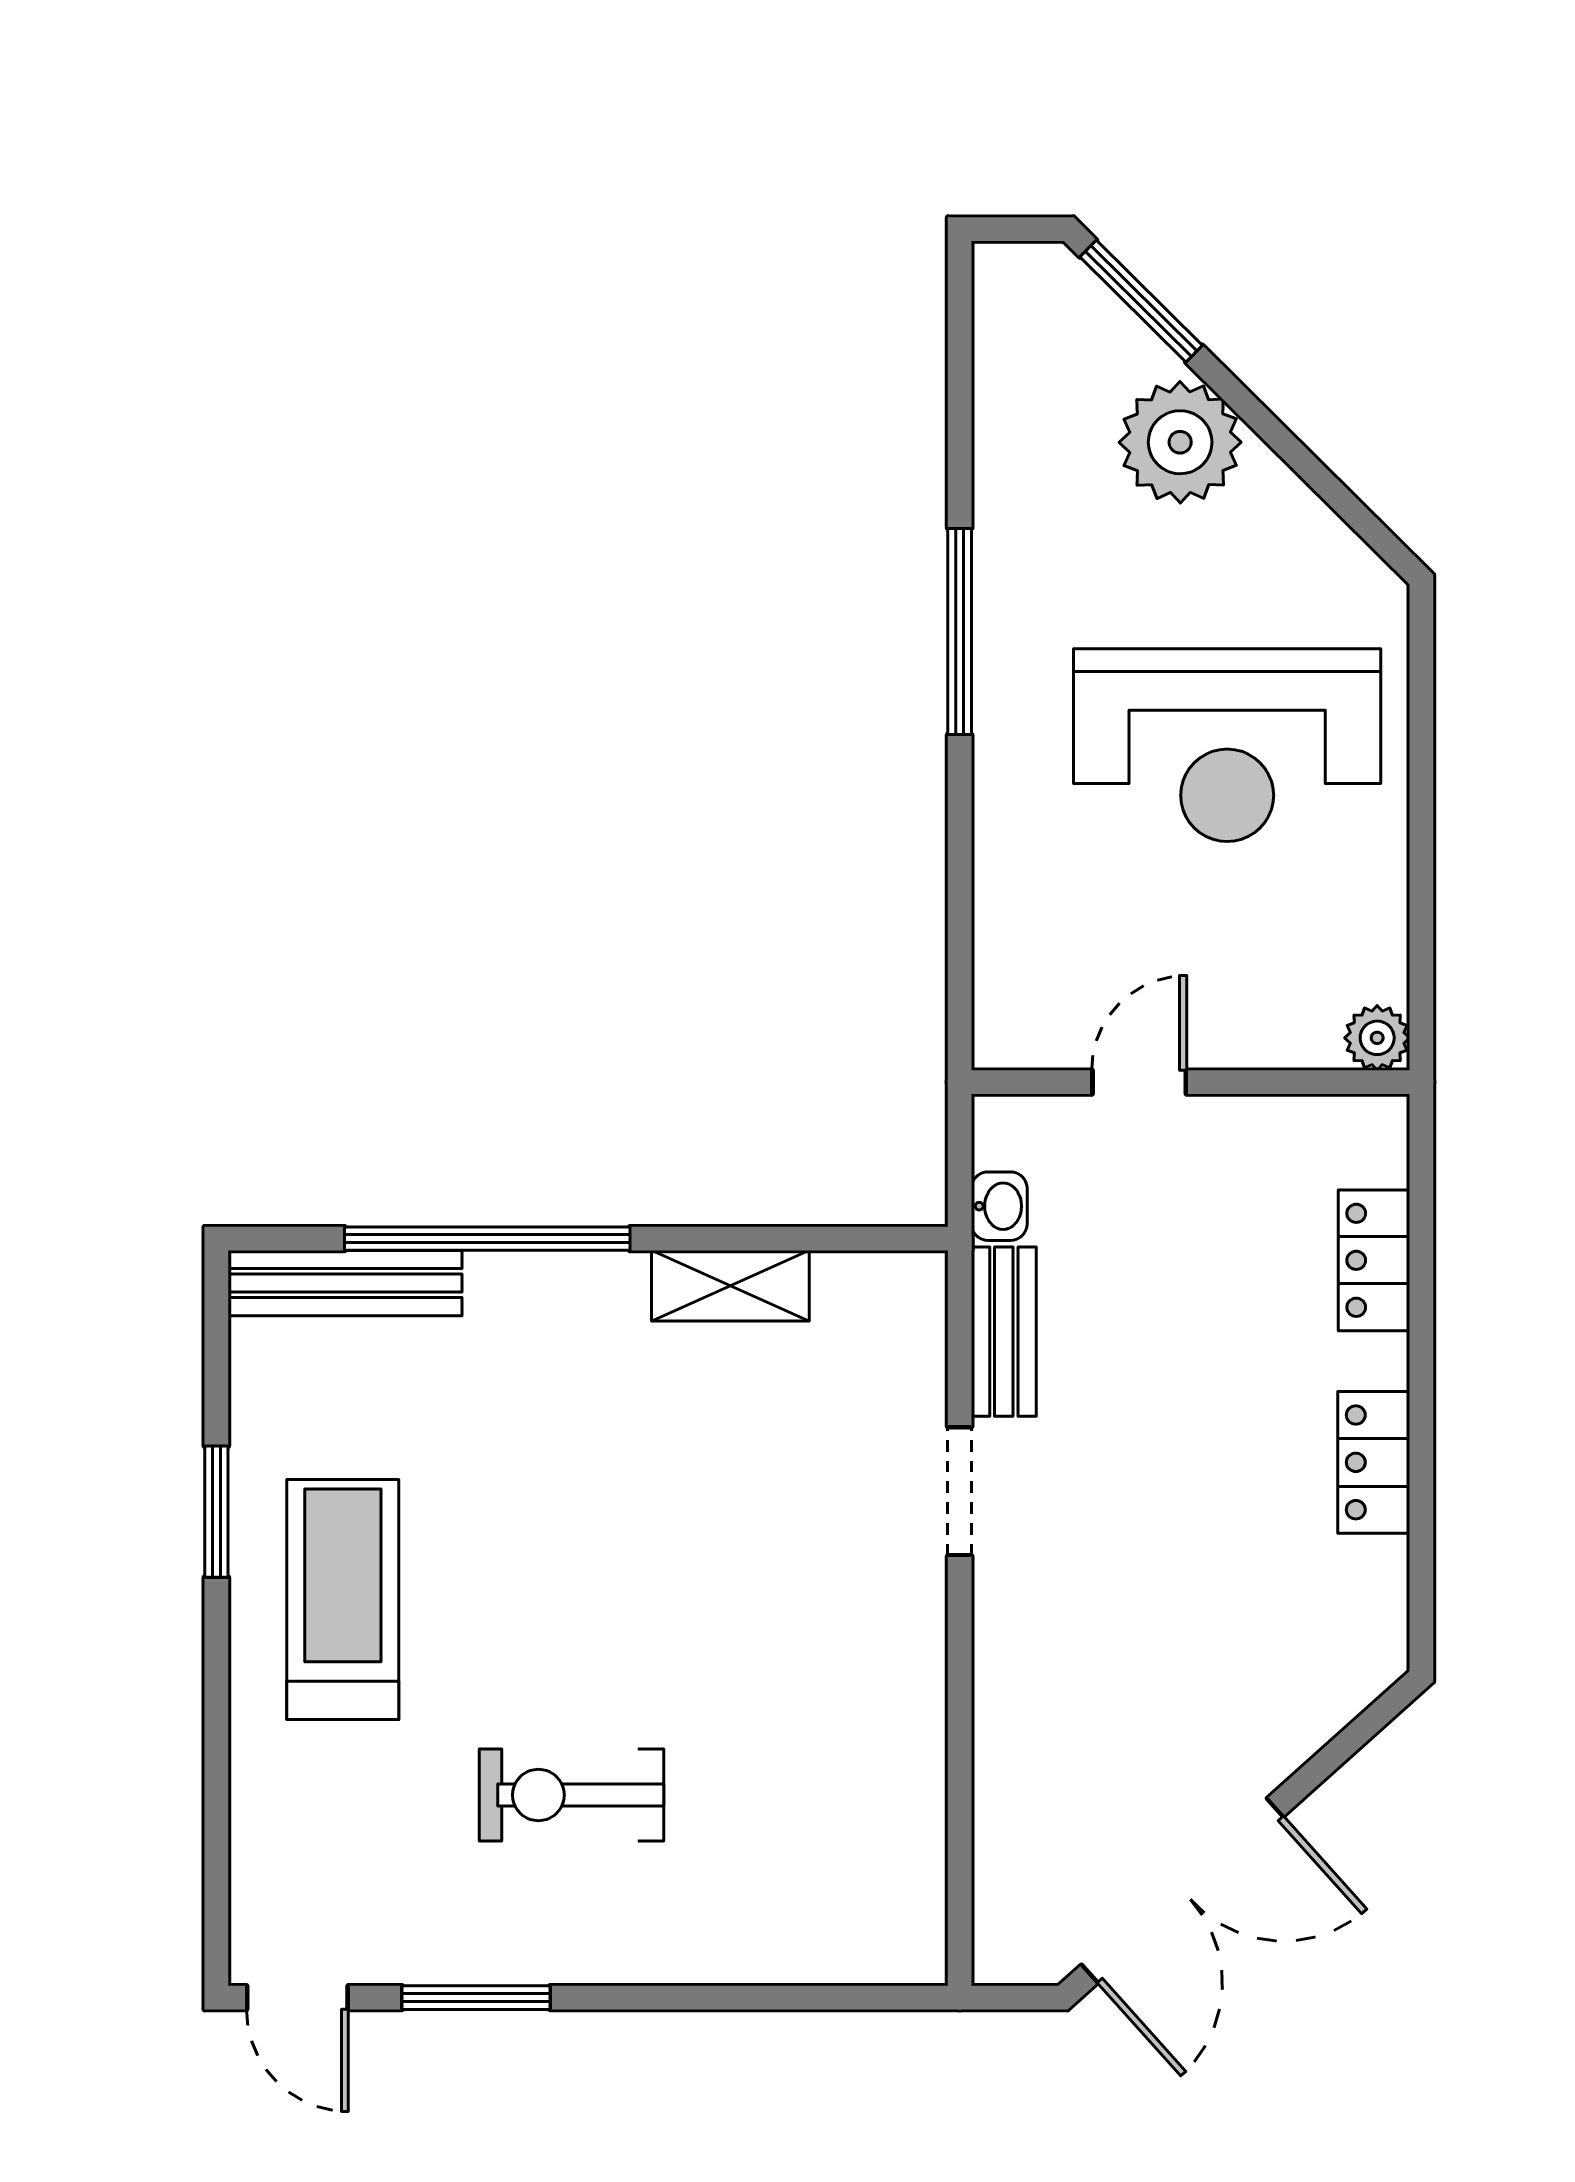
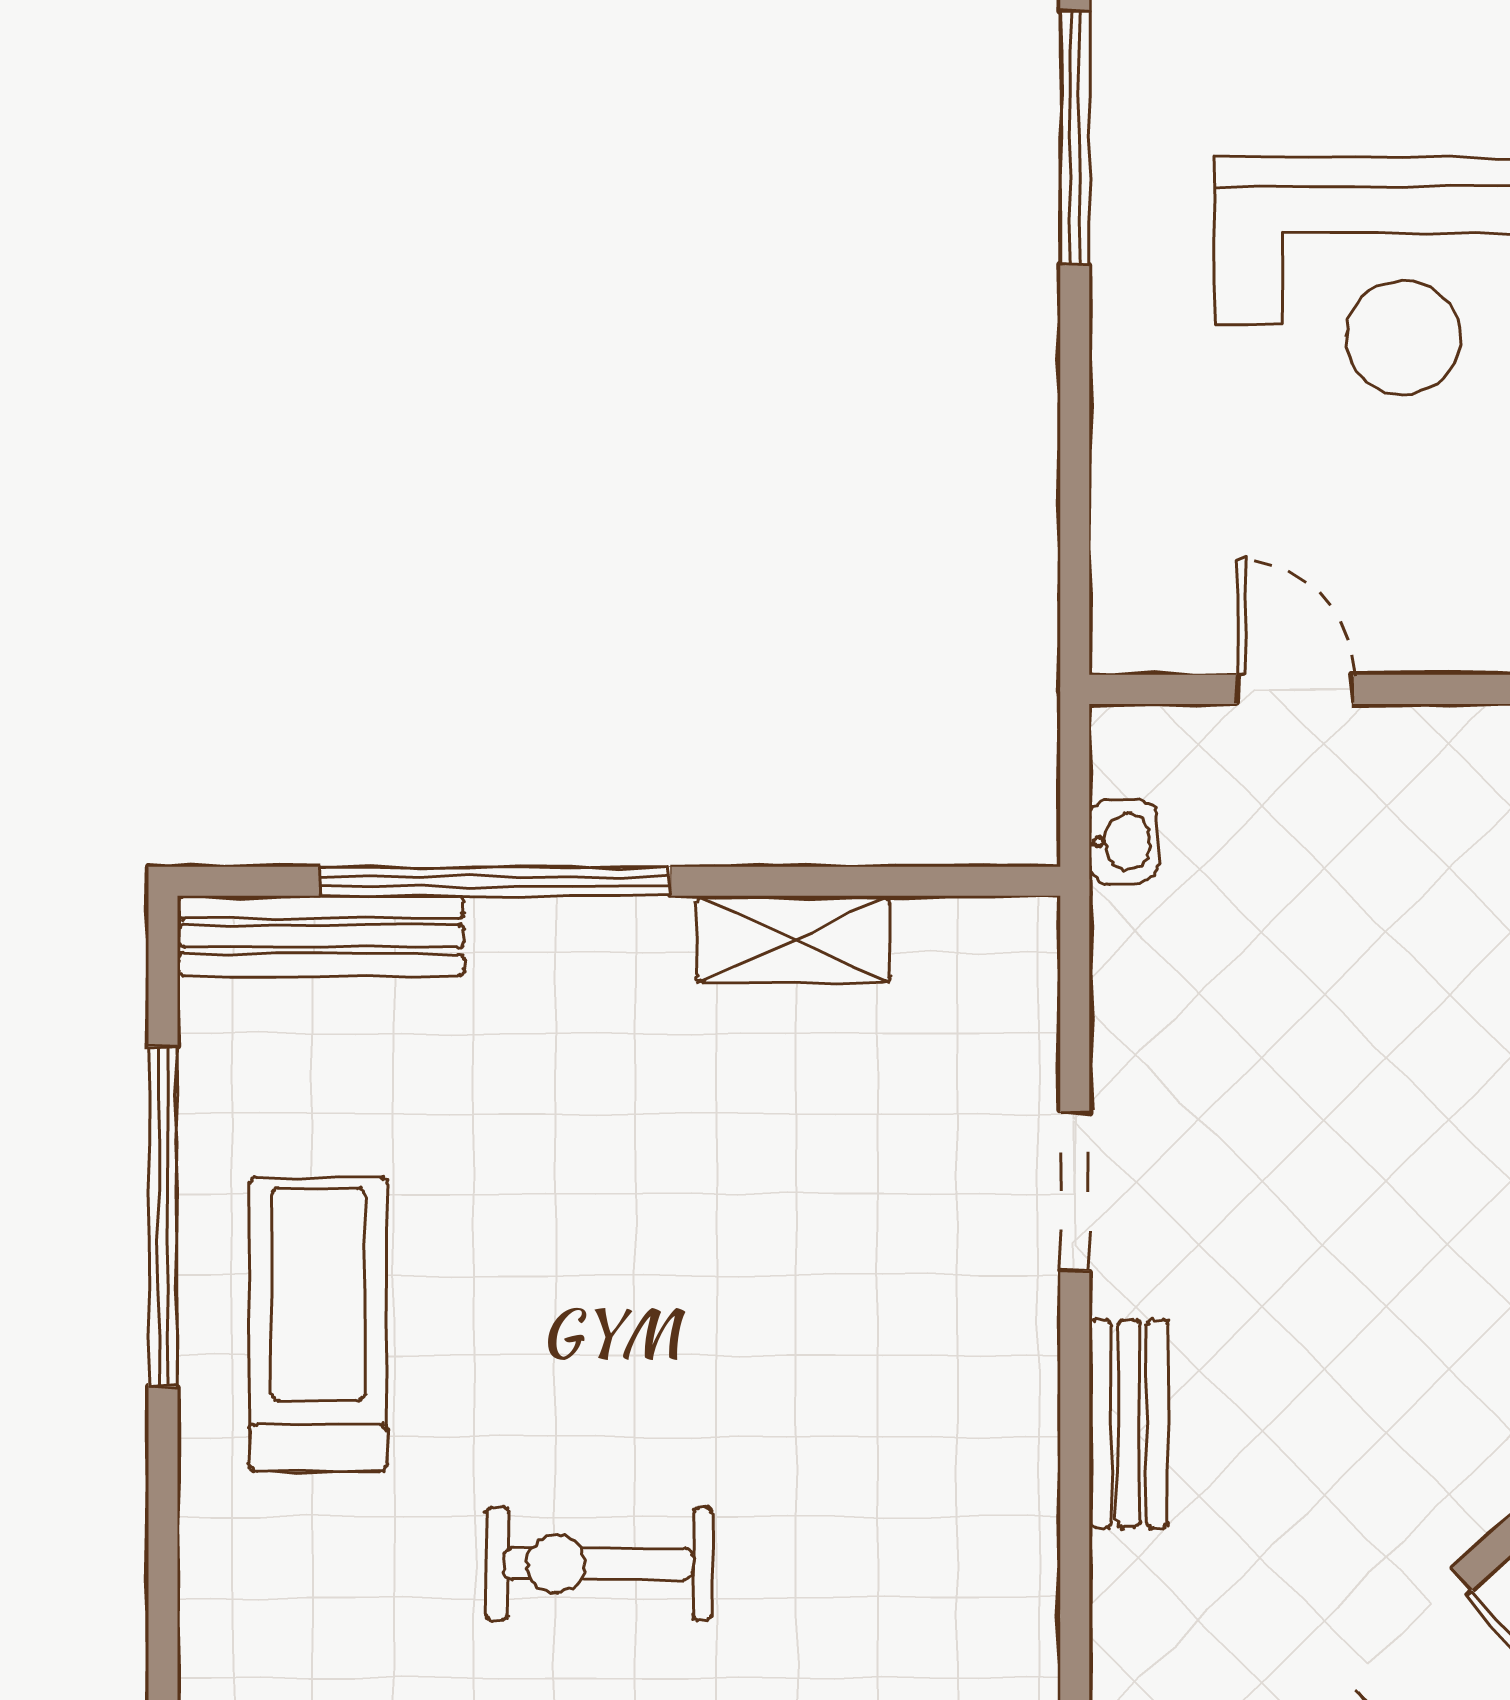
door: (1139, 1082) -> (1295, 689), hinge flipped
bench: (1004, 1332) -> (1129, 1424), moved
window: (216, 1512) -> (163, 1216), width x2.11

